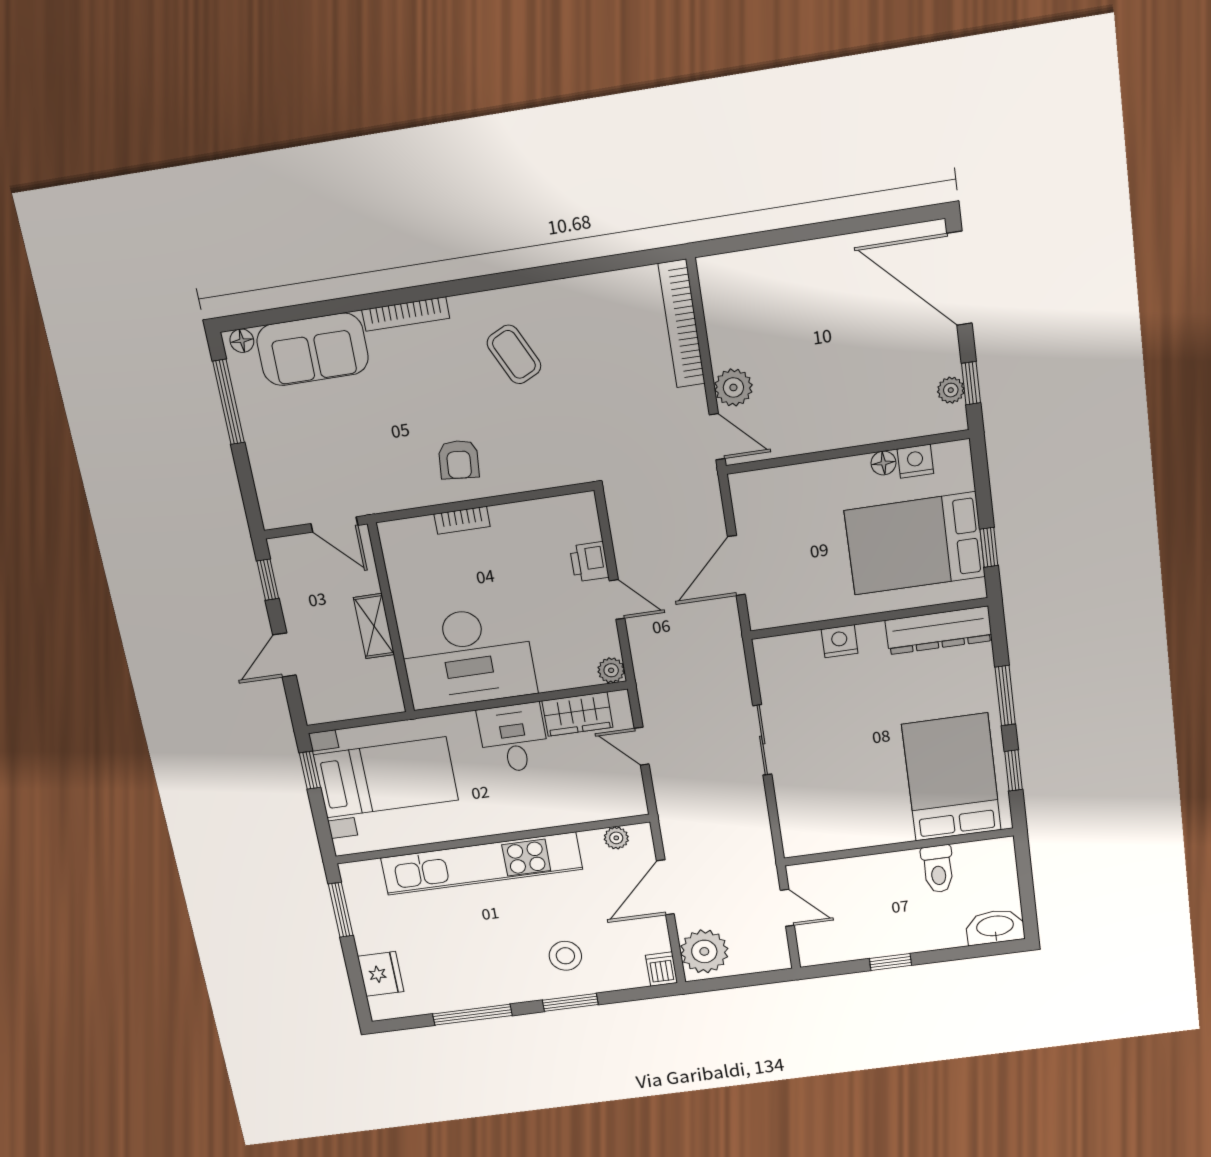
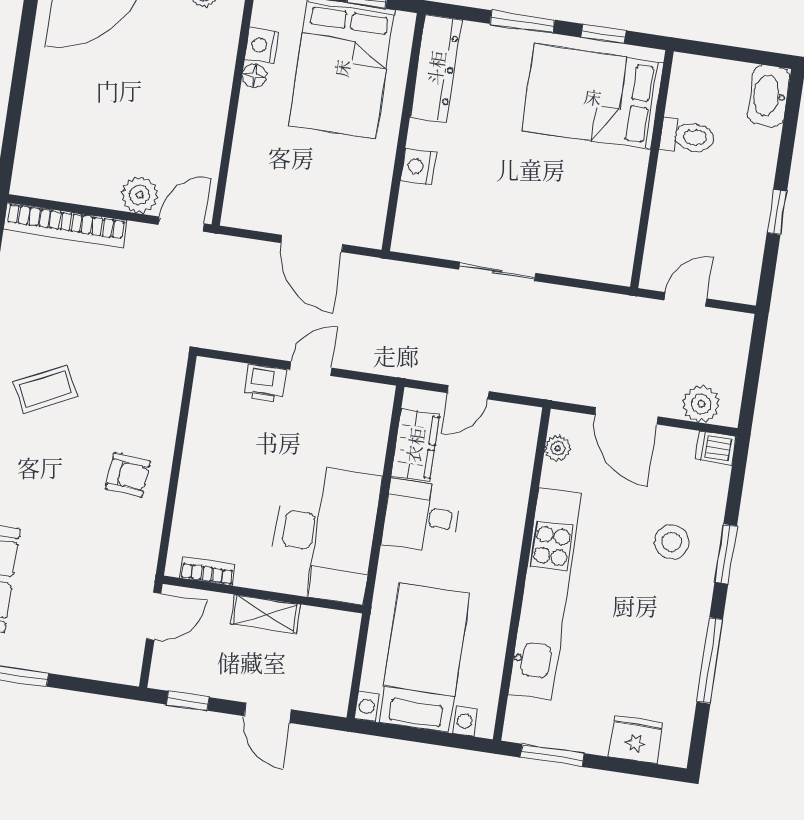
bookcase: (462, 520) -> (207, 571), moved, turned -90
plant: (611, 670) -> (380, 397), removed
window: (310, 770) -> (394, 732), removed
plant: (704, 951) -> (701, 404), width x0.73, depth x0.73

